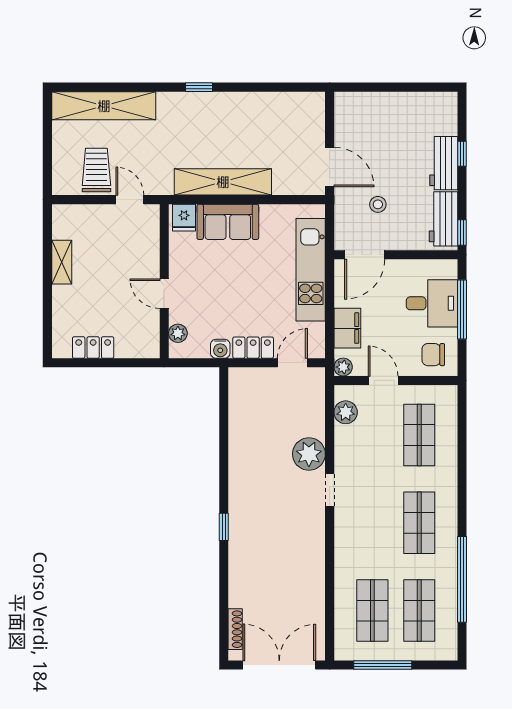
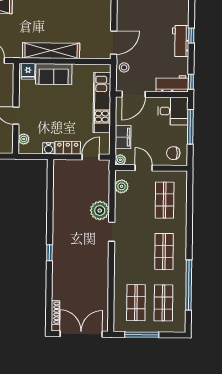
door: (330, 167) -> (114, 43), hinge flipped
stool: (378, 204) -> (124, 67), moved
workbench: (443, 219) -> (172, 84), moved, turned 90
desk: (432, 303) -> (173, 111), moved

